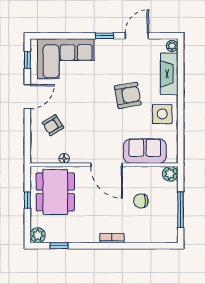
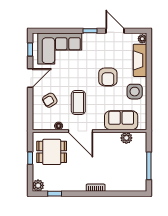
door: (137, 36) -> (115, 31), hinge flipped
armchair: (128, 95) -> (108, 77), turned 100
coffee table: (90, 128) -> (78, 103), added
door: (107, 165) -> (80, 131), moved
plant: (170, 174) -> (126, 138), moved
dining table: (55, 192) -> (52, 152), width x0.73
chair: (141, 201) -> (118, 159), removed

